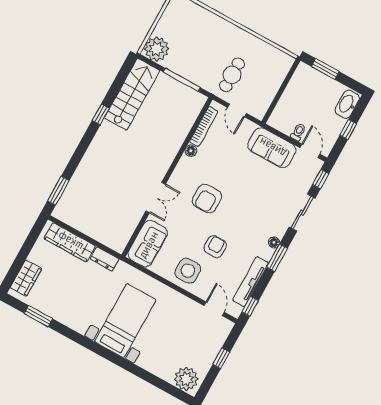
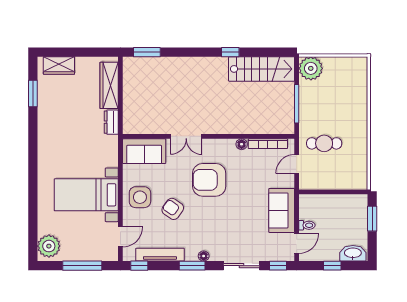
armchair: (207, 199) -> (209, 180), width x1.36, depth x1.36
armchair: (215, 247) -> (173, 209), turned -145
bed with nightstands: (125, 321) -> (86, 195), moved, turned 180
window: (221, 358) -> (82, 266), width x2.17

